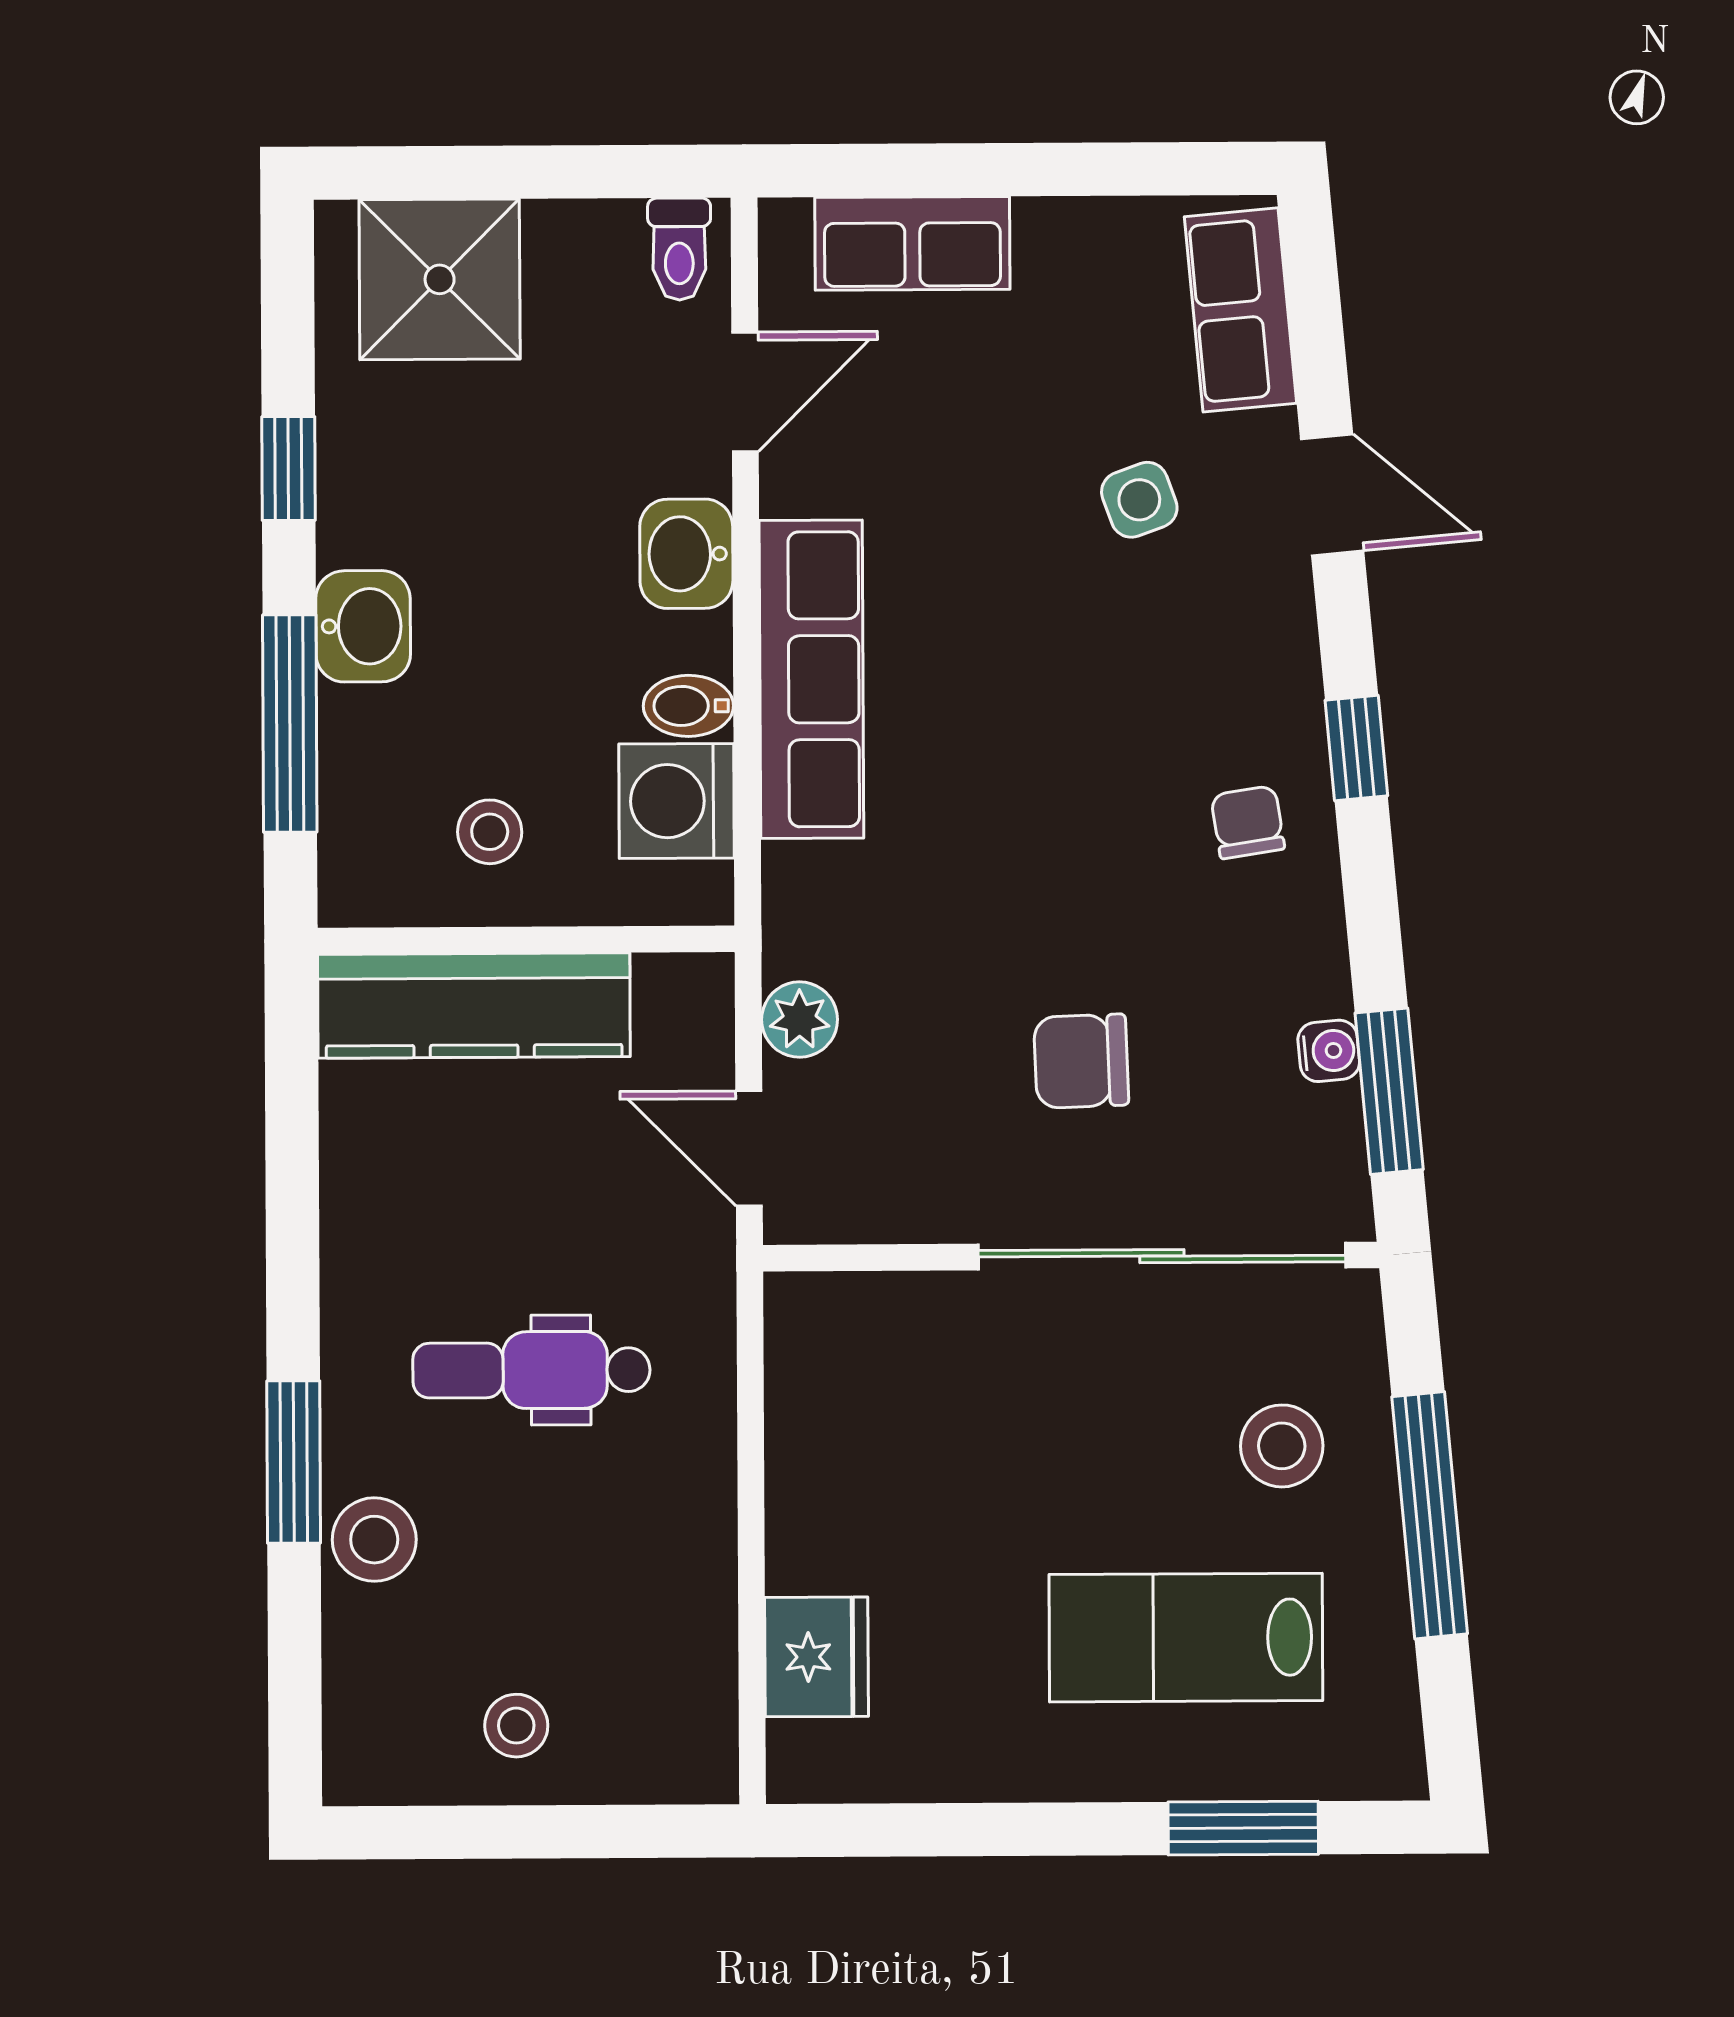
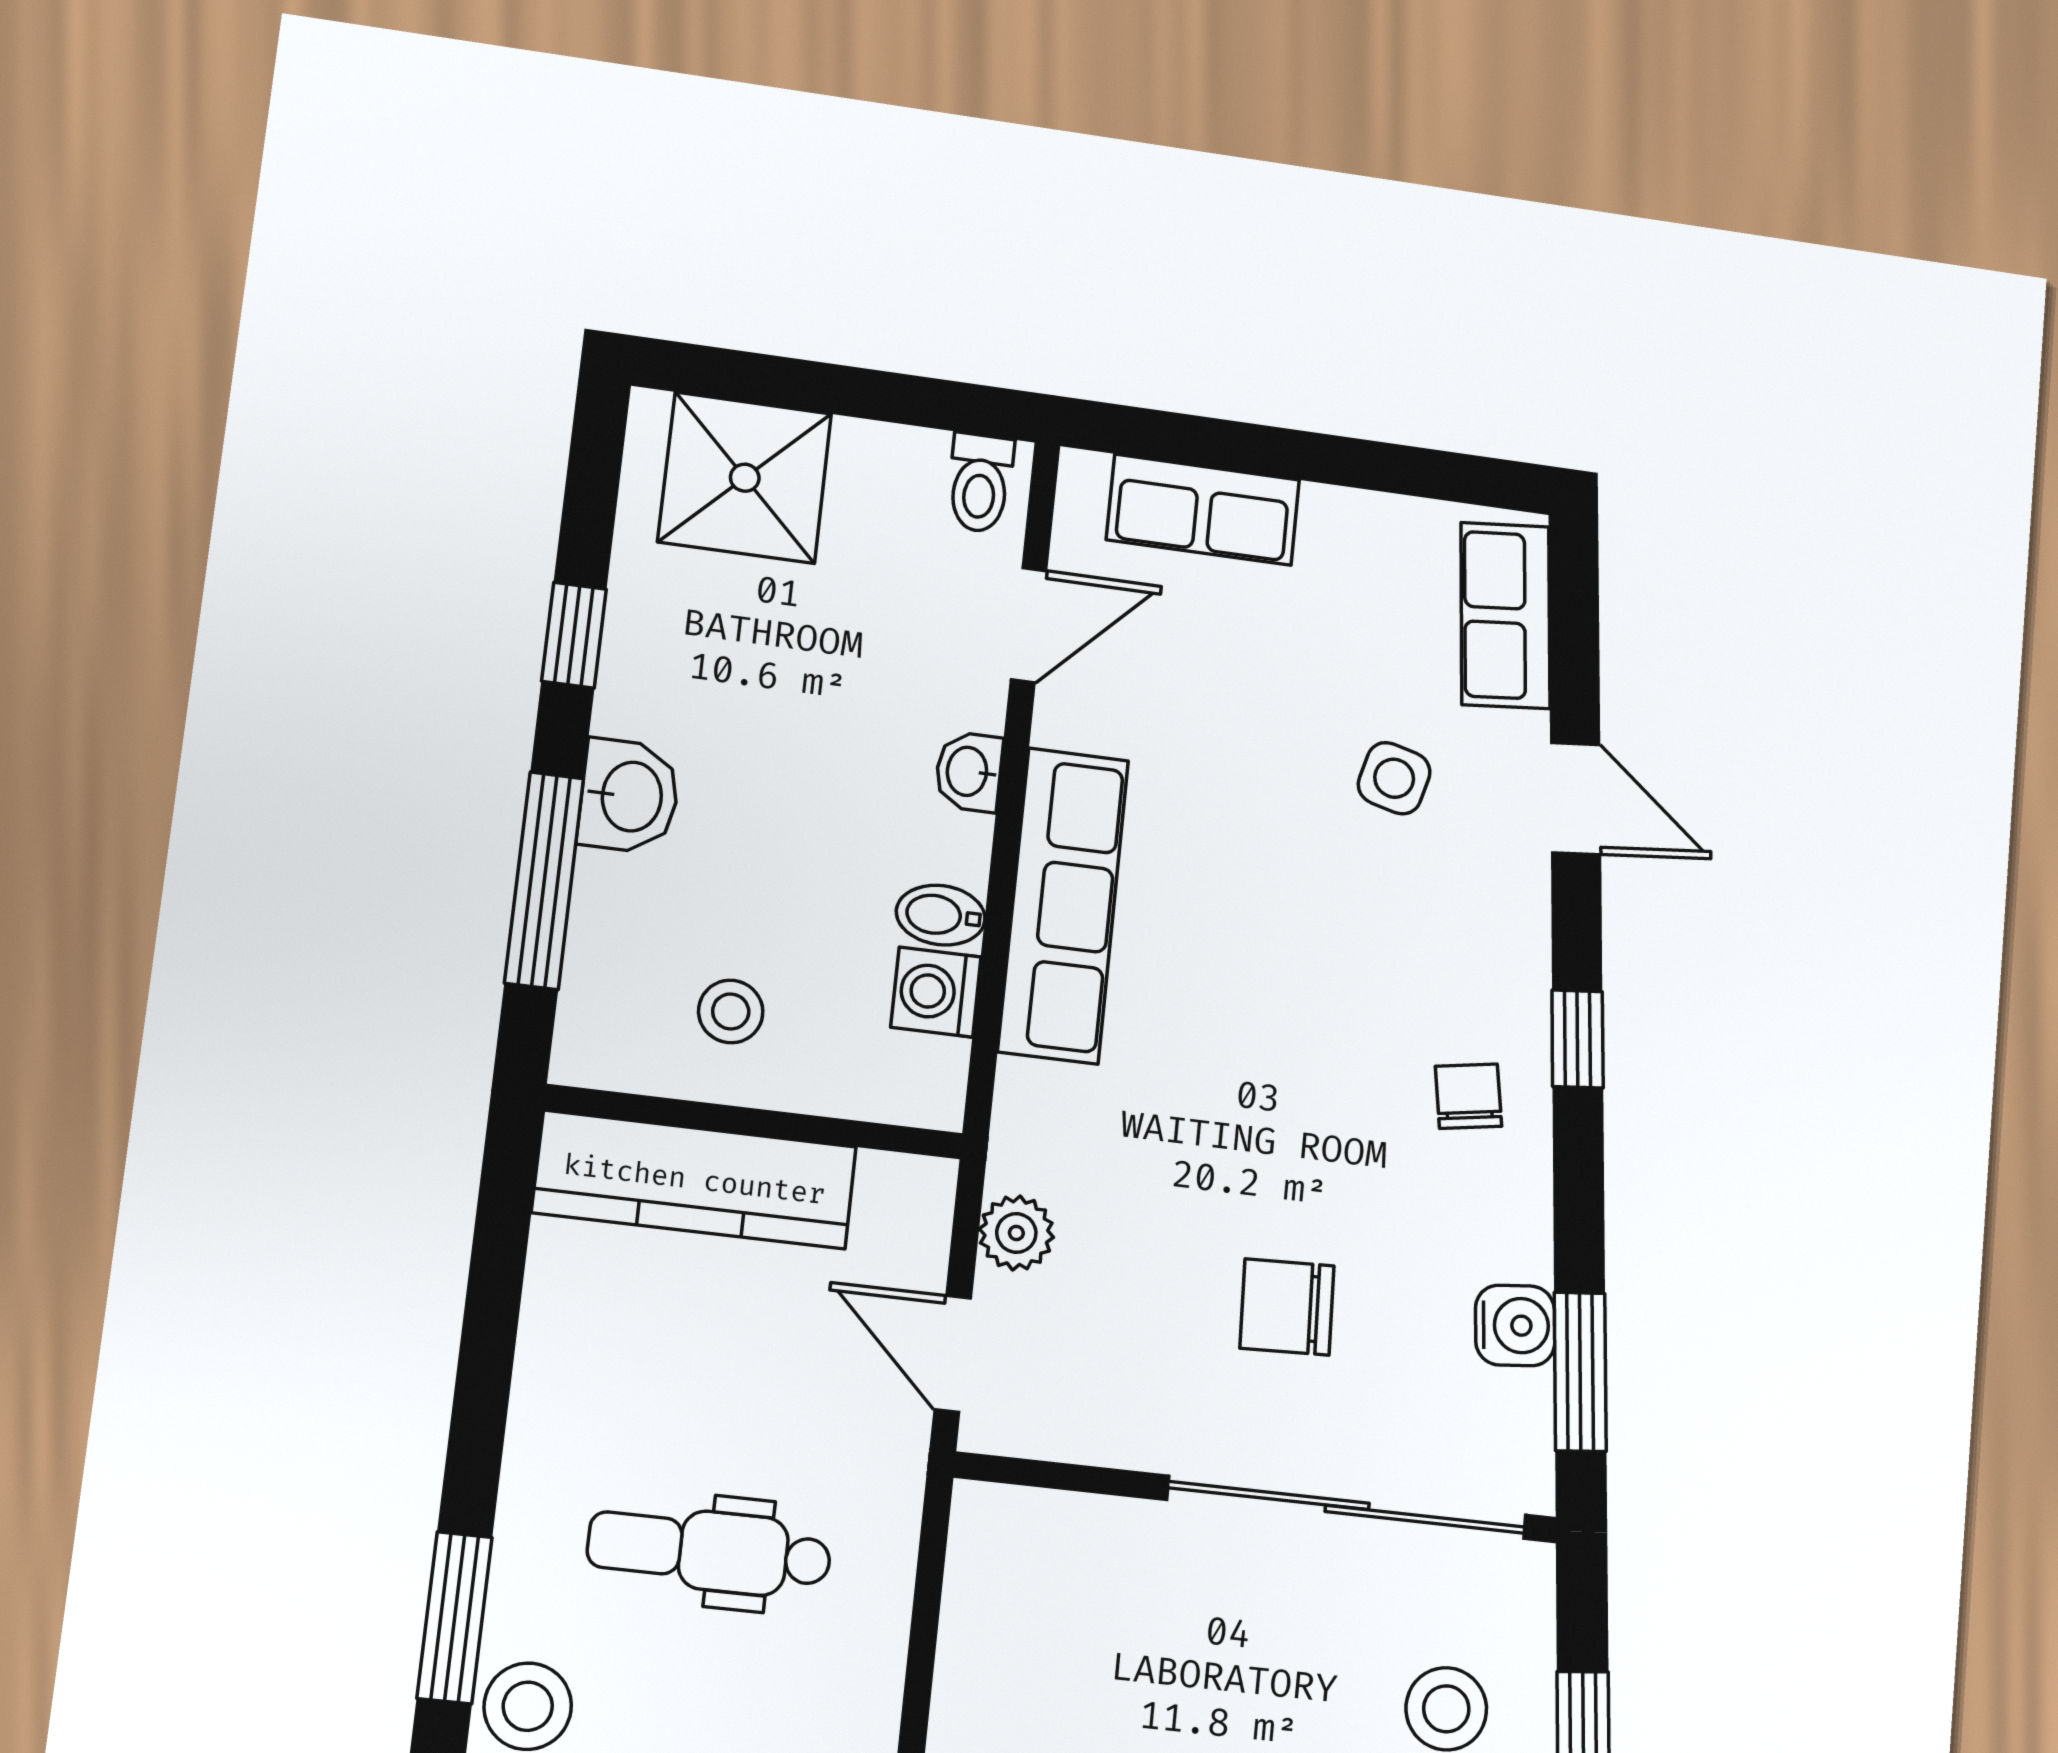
side table: (1139, 500) -> (1394, 778), turned 35
washbasin: (686, 554) -> (969, 772), width x0.72, depth x0.69
washing machine: (677, 801) -> (936, 992), width x0.73, depth x0.73
water cooler: (1329, 1051) -> (1515, 1326), width x1.38, depth x1.38

